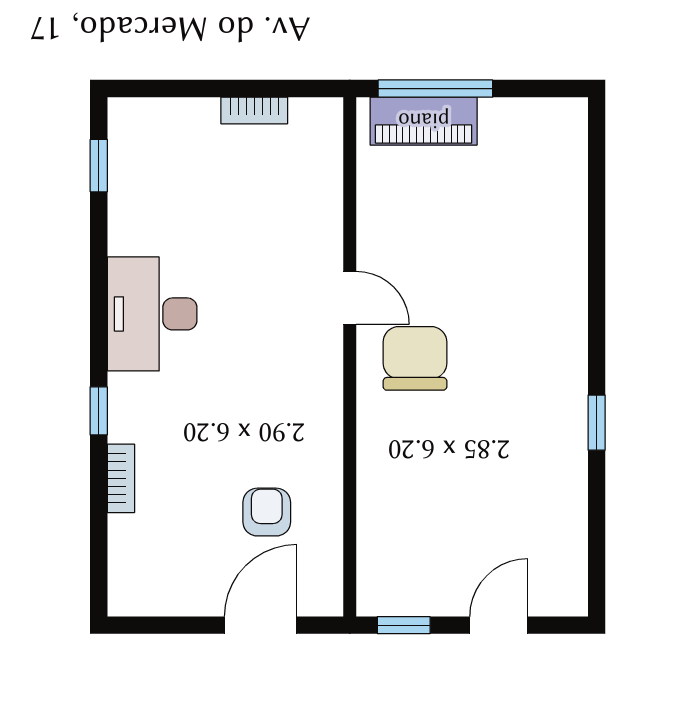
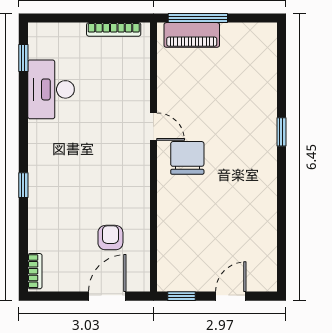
bookcase: (254, 110) -> (114, 29), width x1.56
desk: (152, 314) -> (51, 89), moved
window: (597, 423) -> (281, 132), moved
bookcase: (121, 478) -> (35, 271), moved

